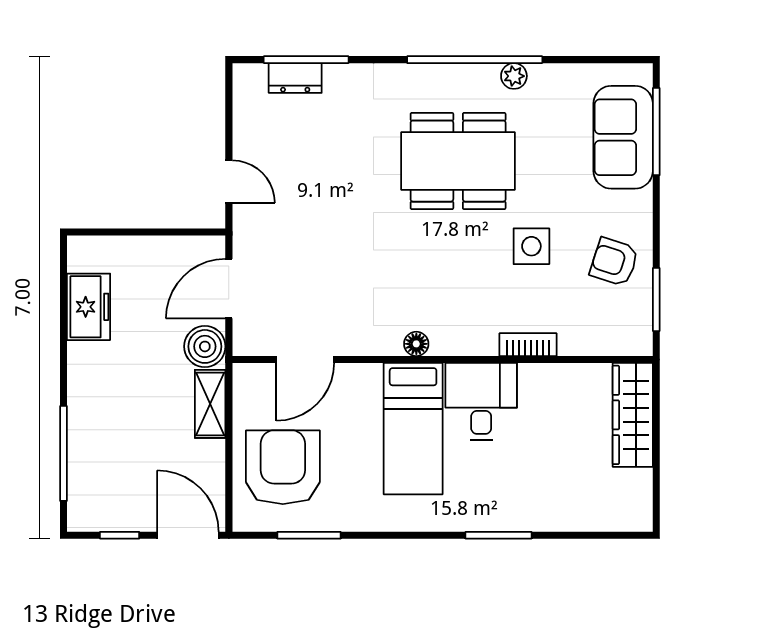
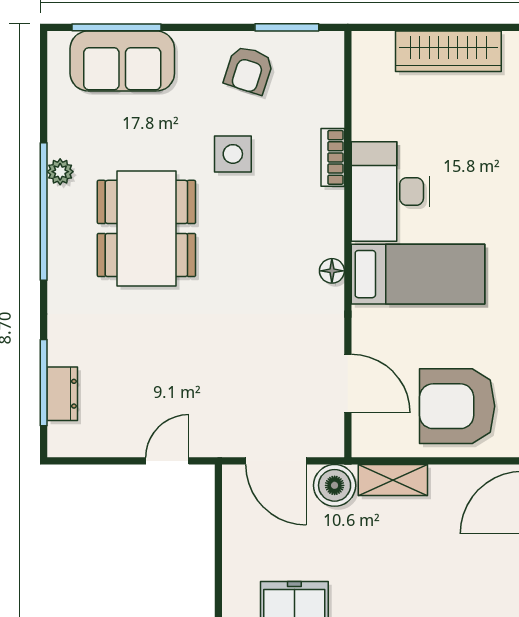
desk: (481, 402) -> (390, 191), width x1.37
wardrobe: (633, 415) -> (448, 51), moved

